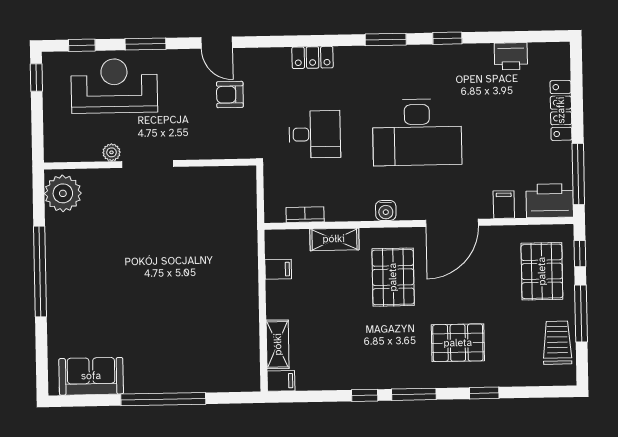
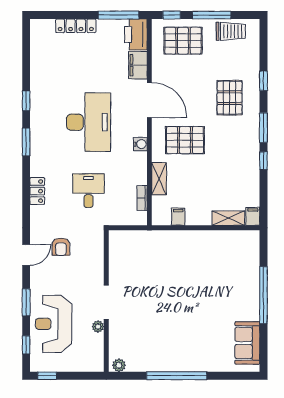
printer: (511, 56) -> (39, 59), removed
plant: (63, 193) -> (119, 365), width x0.53, depth x0.53
filing cabinet: (504, 205) -> (138, 65), width x2.00
trolley: (557, 343) -> (231, 31), turned 180

